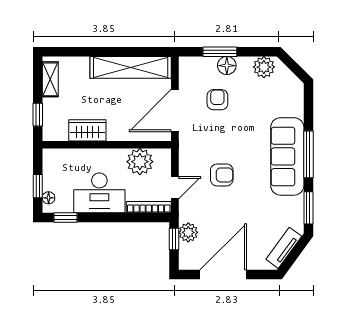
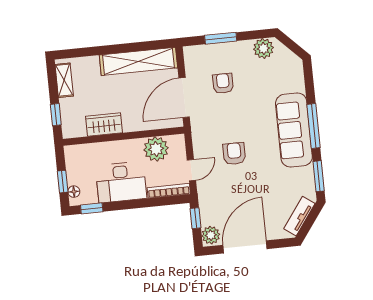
floor lamp: (227, 66) -> (228, 50), removed
armchair: (222, 175) -> (234, 154), turned -90
plant: (188, 232) -> (211, 235), moved

